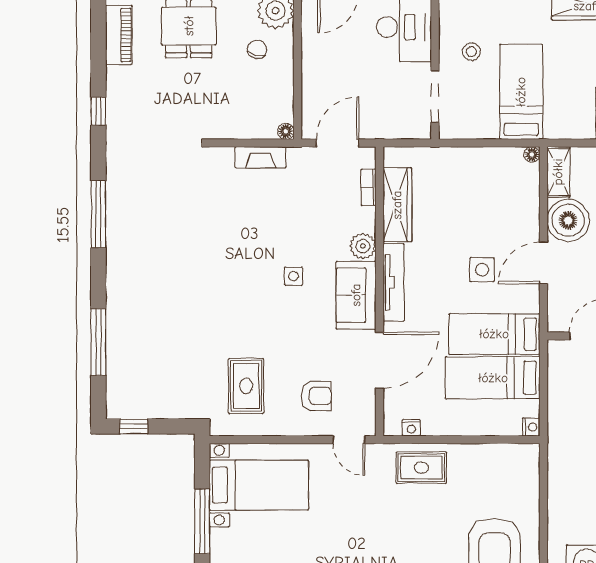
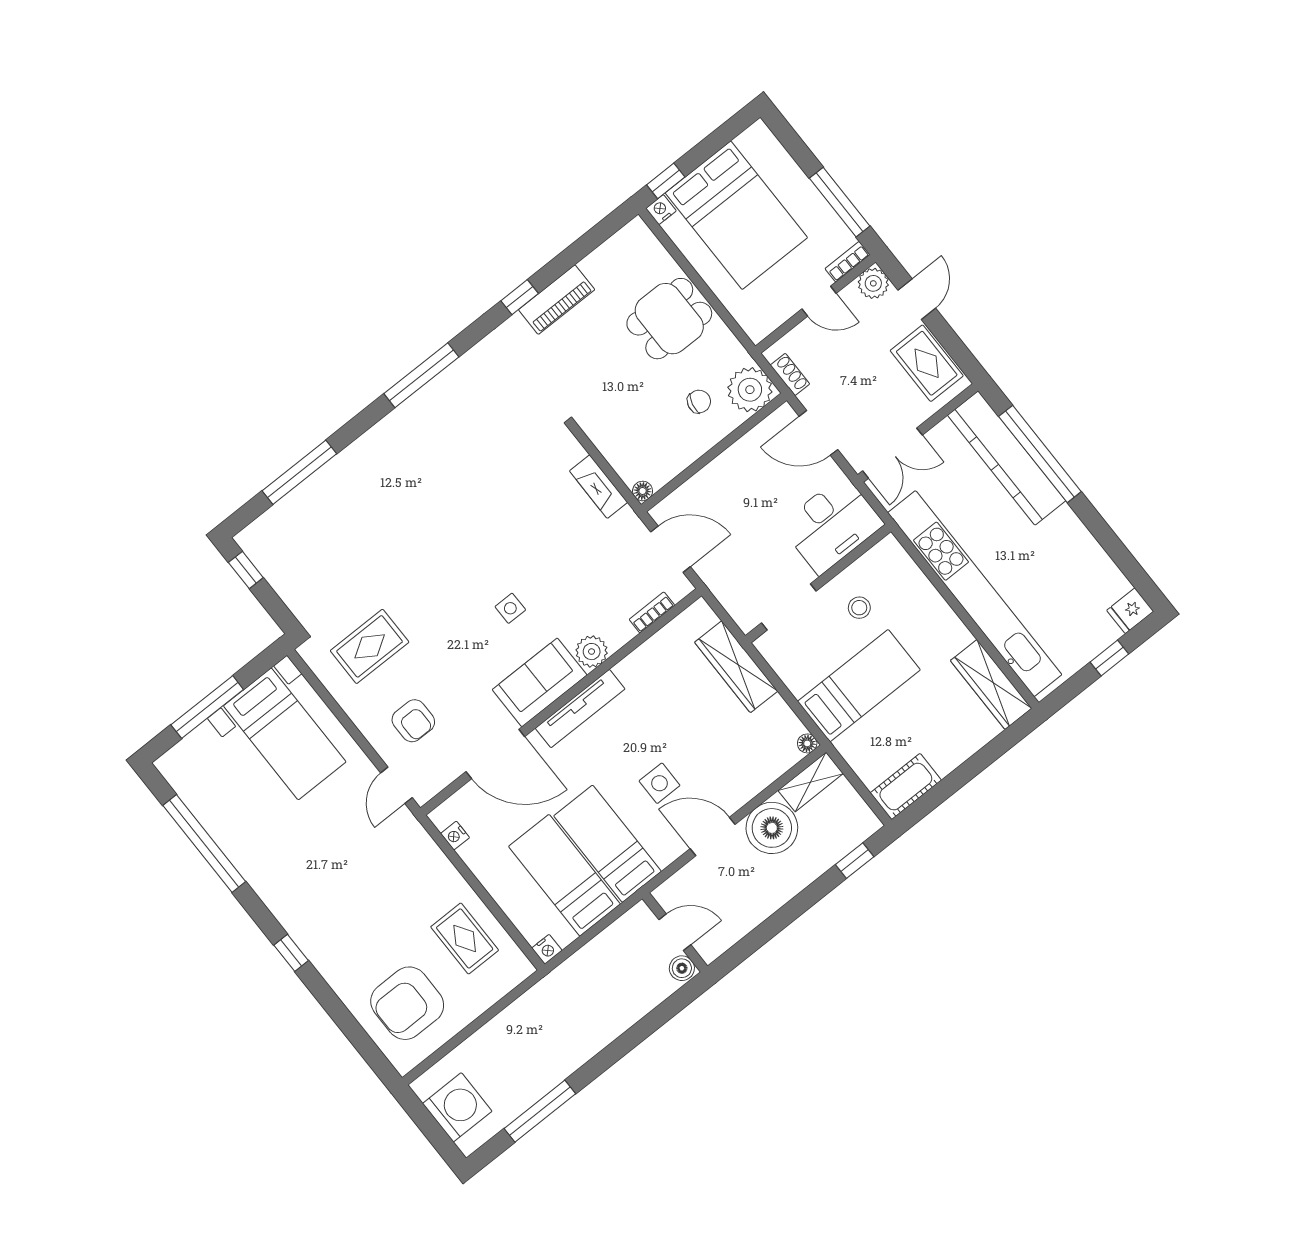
piano: (119, 35) -> (557, 300), moved
wardrobe: (397, 205) -> (736, 667), moved, turned 90
rug: (421, 468) -> (465, 938), moved

